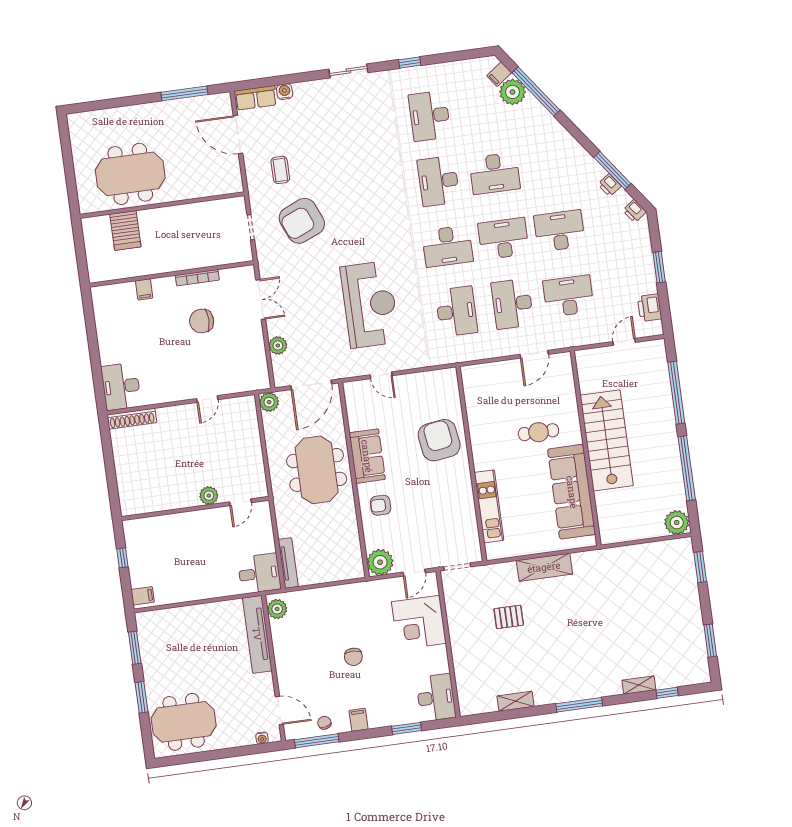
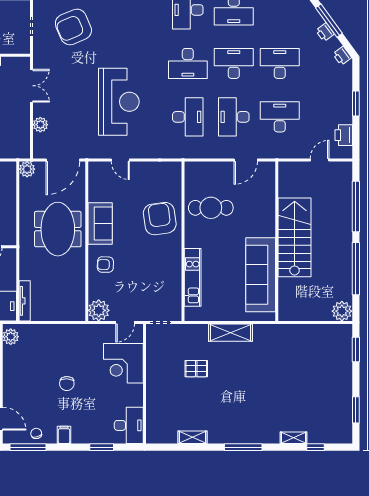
cafe table: (538, 432) -> (211, 208), moved, width x1.37, depth x1.35

